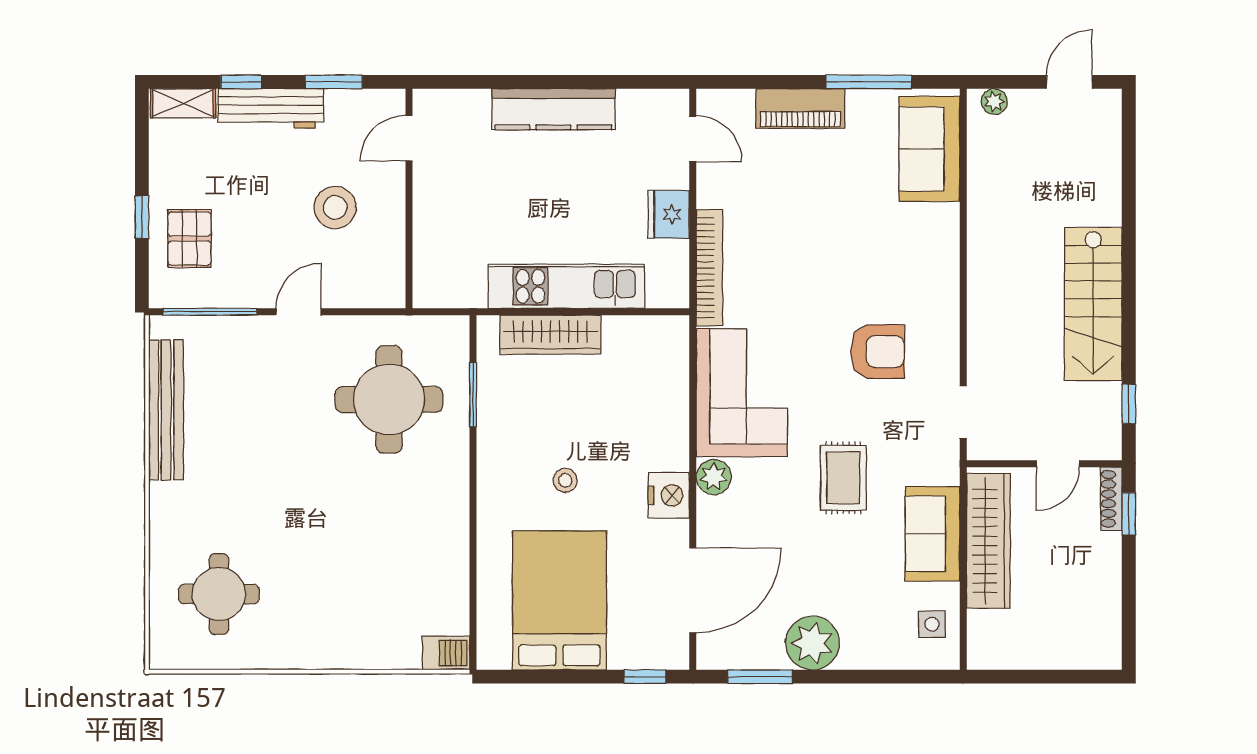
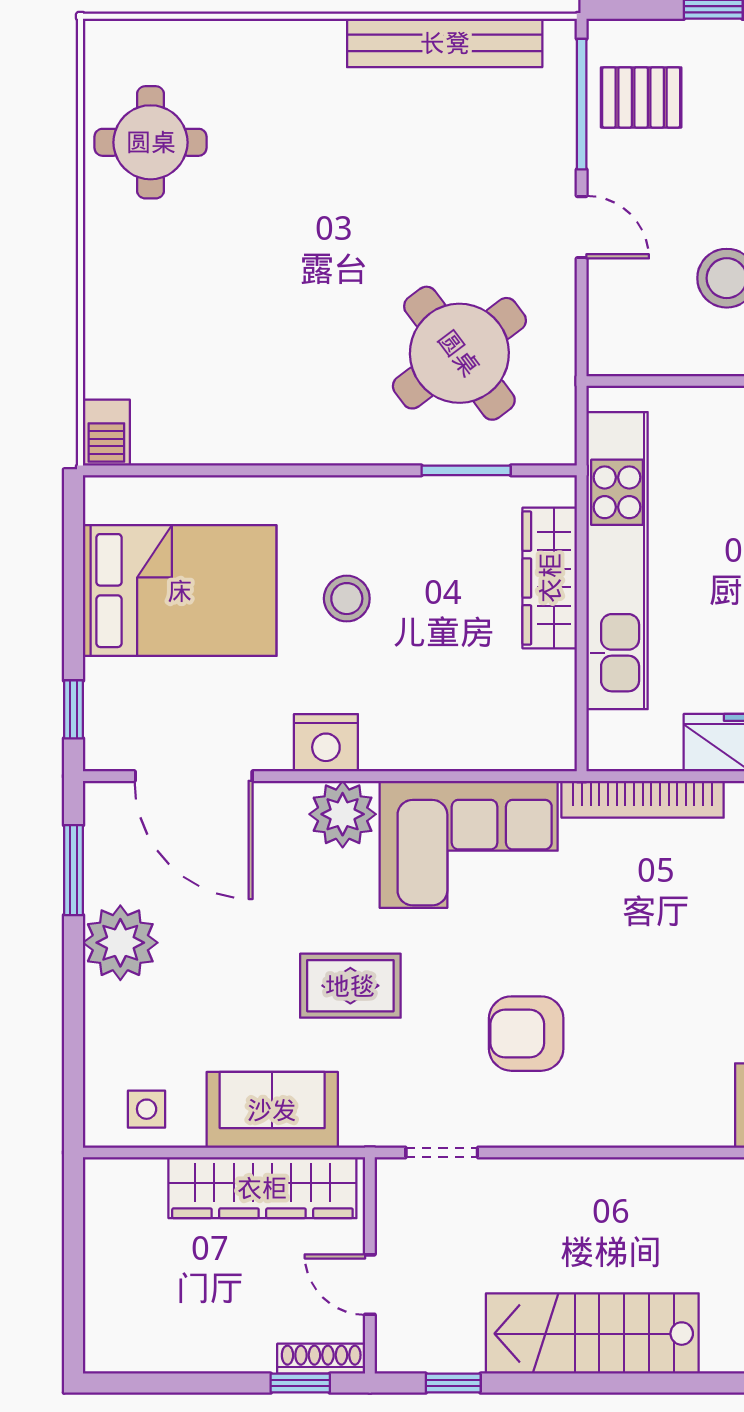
pallet: (189, 239) -> (641, 97), moved
kitchen unit: (566, 286) -> (617, 561), width x1.36
armchair: (878, 351) -> (526, 1034), turned 90
round table: (389, 399) -> (459, 353), turned -37
plant: (714, 477) -> (343, 814), width x1.36, depth x1.36
stool: (565, 480) -> (347, 599), width x1.37, depth x1.37
round table: (219, 594) -> (151, 142), moved

